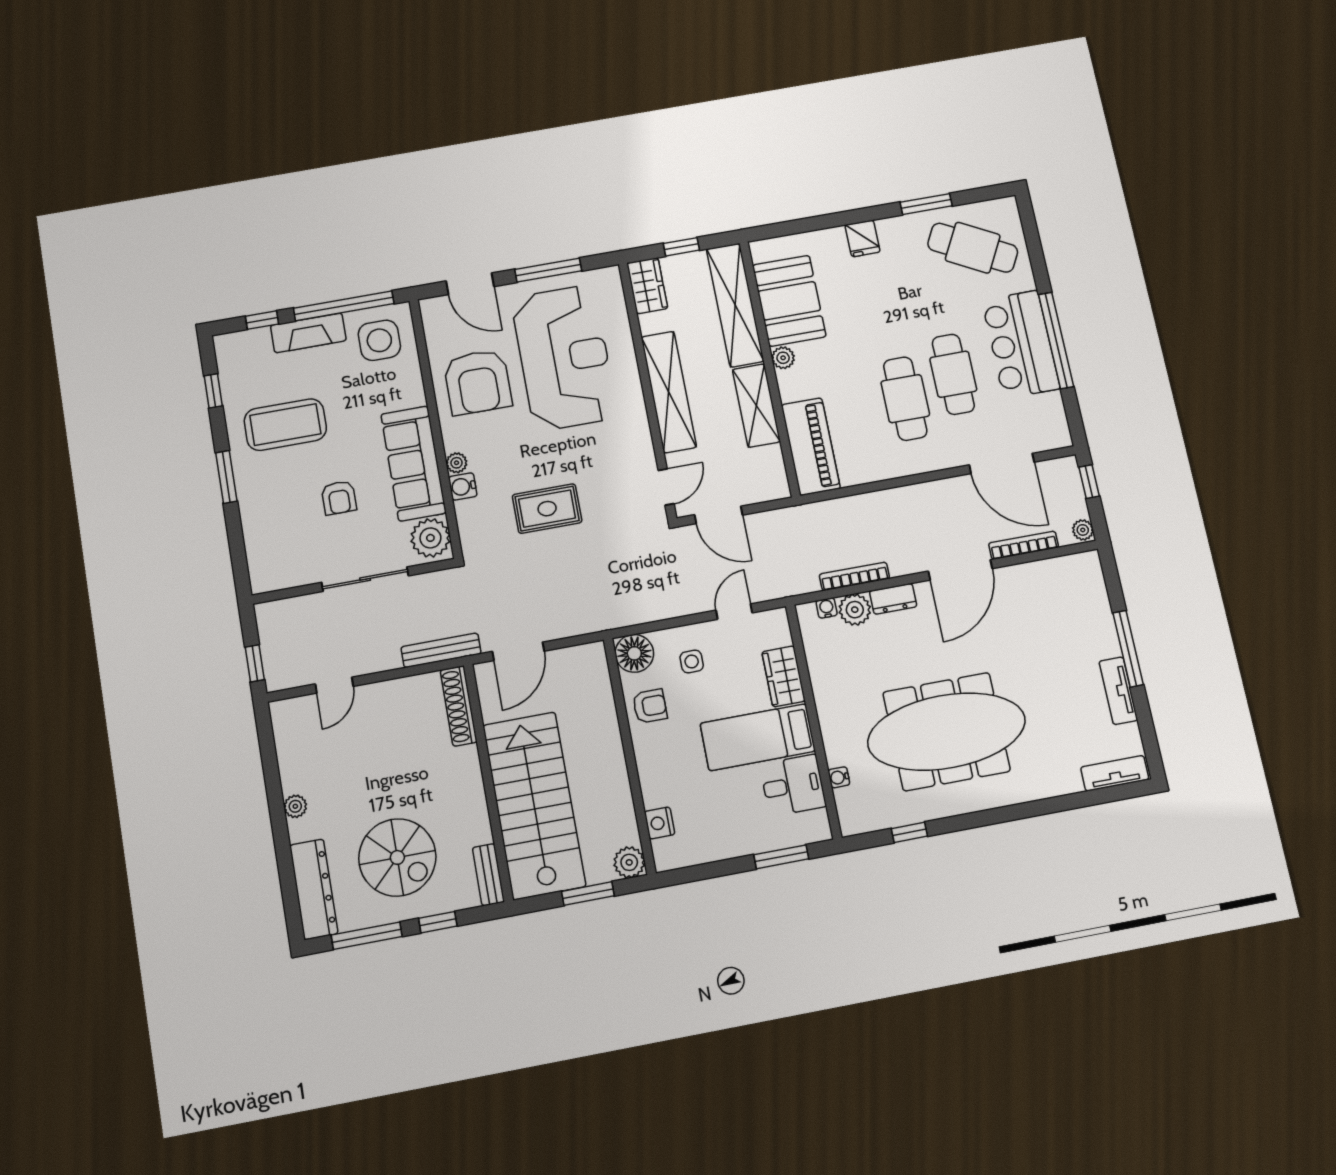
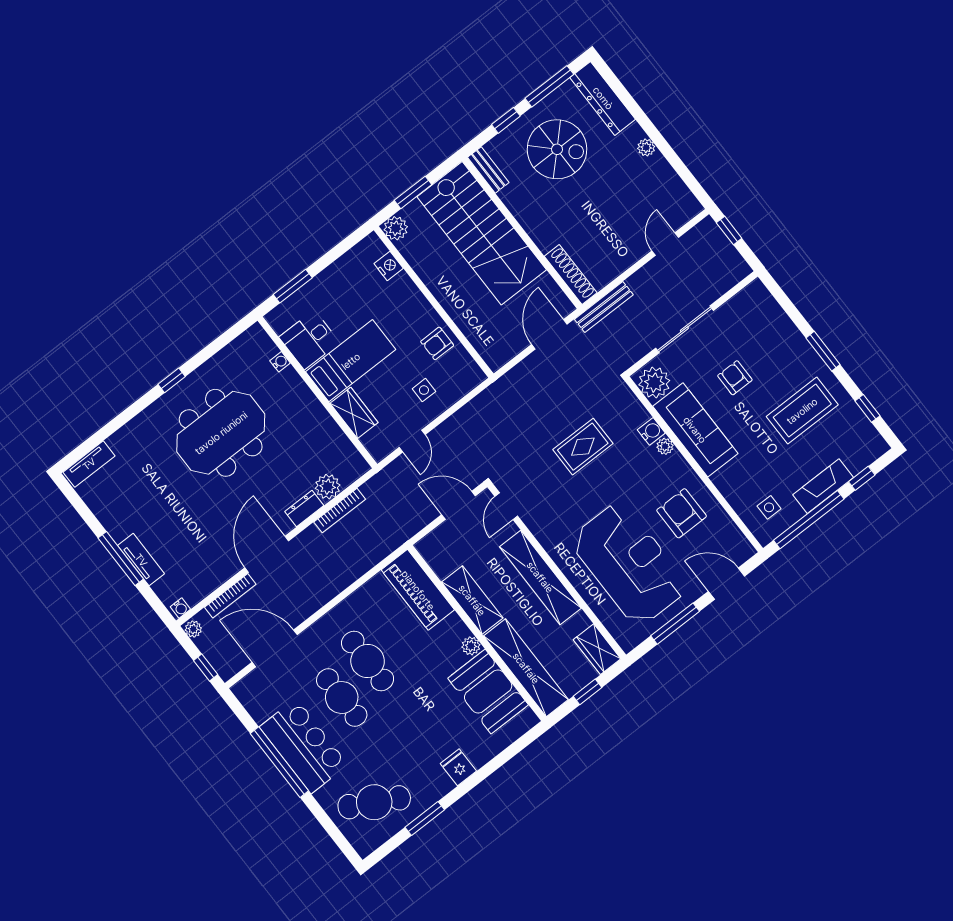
side table: (379, 340) -> (769, 507), width x0.54, depth x0.54
reception desk: (564, 358) -> (629, 564), turned 180
armchair: (478, 382) -> (682, 513), width x0.73, depth x0.73
water cooler: (827, 608) -> (180, 608), moved
floor lamp: (634, 653) -> (467, 375), removed
tv unit: (1118, 691) -> (141, 560), moved
meeting table: (946, 732) -> (221, 433), width x0.73
window: (909, 832) -> (172, 380), moved
spiral stairs: (397, 857) -> (557, 149), turned 180

